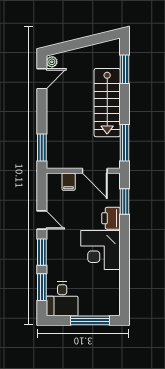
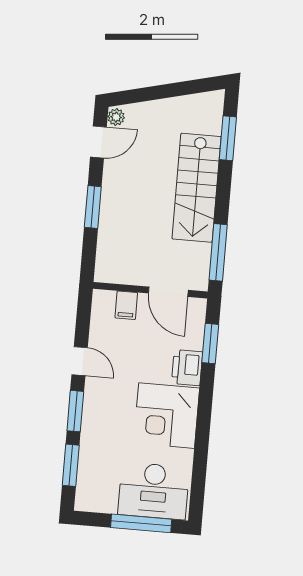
window: (42, 148) -> (93, 207), moved
desk: (62, 299) -> (154, 491), moved, width x1.37

